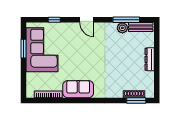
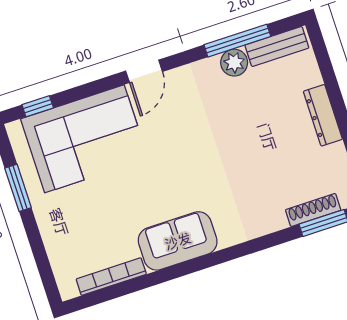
window: (54, 20) -> (38, 106), moved
door: (87, 20) -> (144, 71), hinge flipped
corner sofa: (42, 50) -> (84, 139), moved, turned 90

